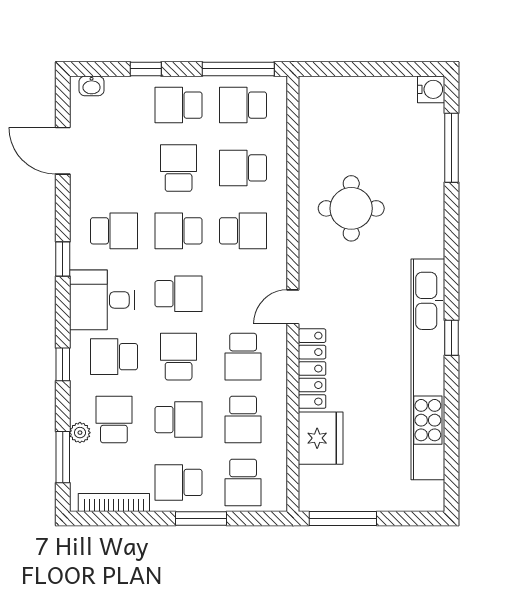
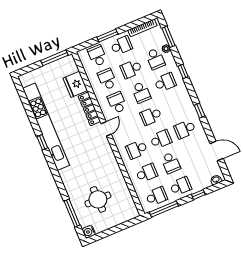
round table: (351, 208) -> (98, 199), moved
desk: (102, 300) -> (179, 102), removed

